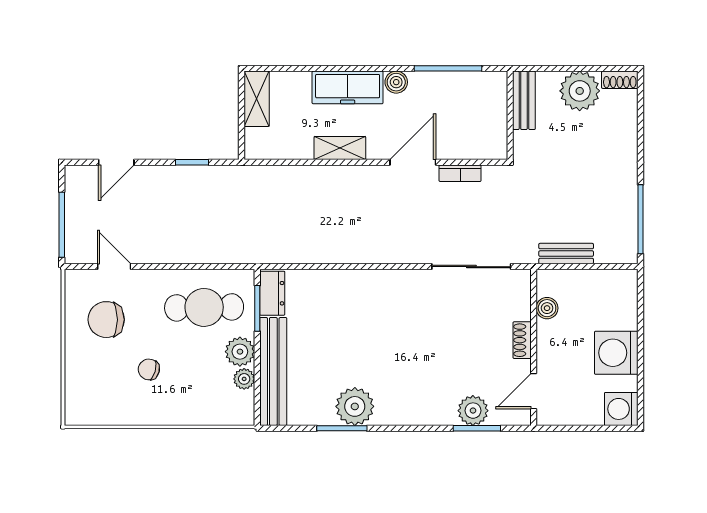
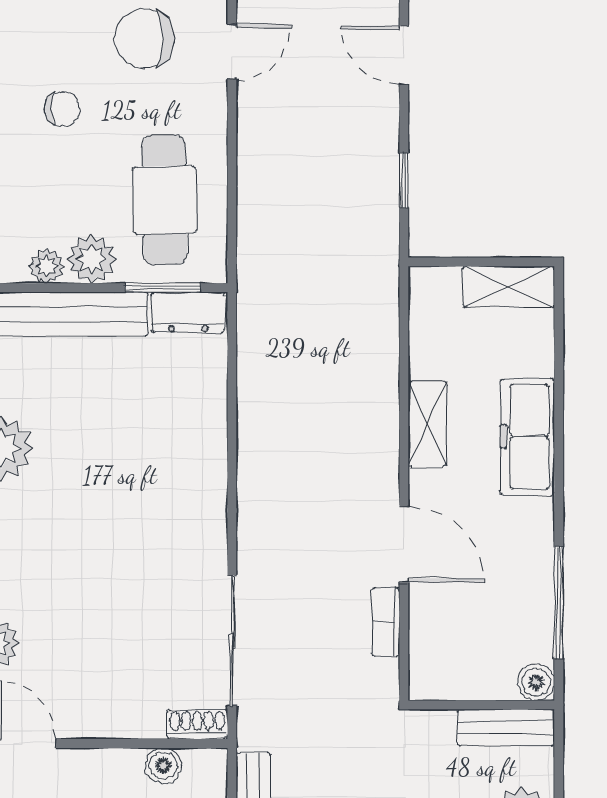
boiler: (396, 82) -> (536, 682), moved
chair: (106, 320) -> (145, 39), turned -90
shoe rack: (522, 340) -> (197, 724), moved
chair: (149, 369) -> (62, 109), turned 75

